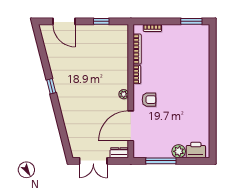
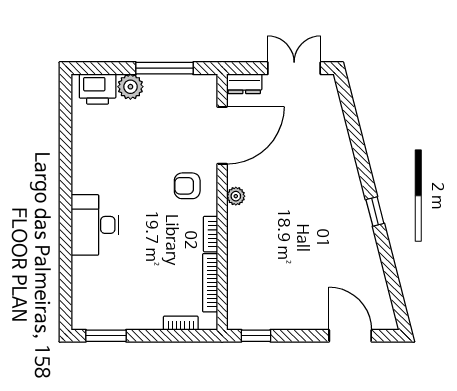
window: (101, 21) -> (256, 336), moved
desk: (197, 79) -> (95, 225), added

